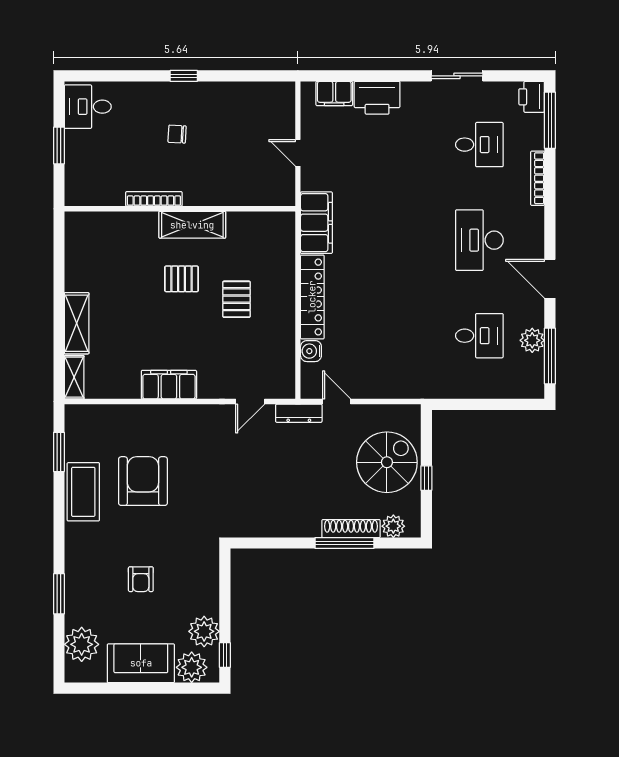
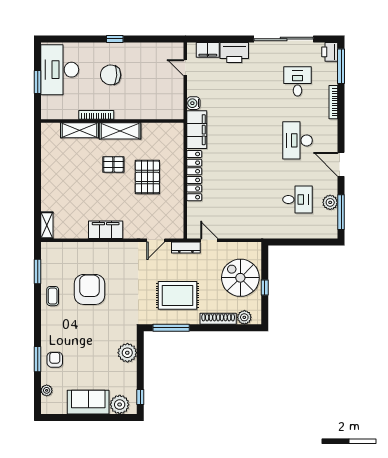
sliding door: (457, 76) -> (284, 39), width x1.86
desk: (88, 107) -> (60, 70), width x1.87, depth x1.30
chair: (177, 134) -> (111, 75), width x1.87, depth x1.87
desk: (479, 145) -> (297, 81), turned -90
door: (298, 153) -> (185, 68), moved
pallet: (236, 299) -> (147, 177), width x1.50, depth x1.42
shelving: (77, 323) -> (79, 130), moved, turned 90
water cooler: (311, 351) -> (193, 103), moved
spiral stairs: (387, 462) -> (240, 278), turned -90
rug: (285, 491) -> (177, 295), added
coffee table: (83, 492) -> (53, 296), width x0.54, depth x0.58
window: (344, 543) -> (171, 328), moved
armchair: (141, 579) -> (55, 360), moved, turned 180
plant: (204, 631) -> (127, 353), moved
plant: (82, 644) -> (47, 390), width x0.53, depth x0.53

